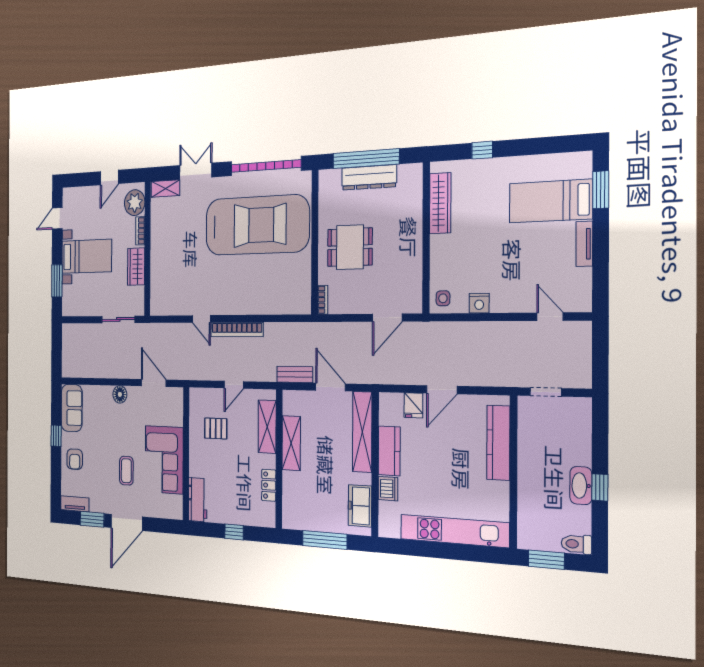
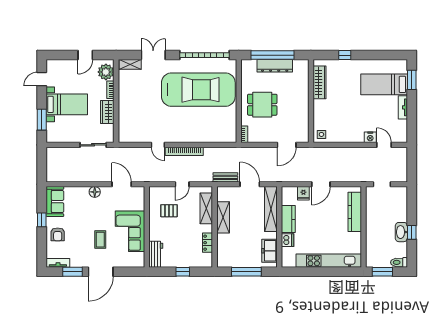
nightstand: (479, 303) -> (370, 137), moved

